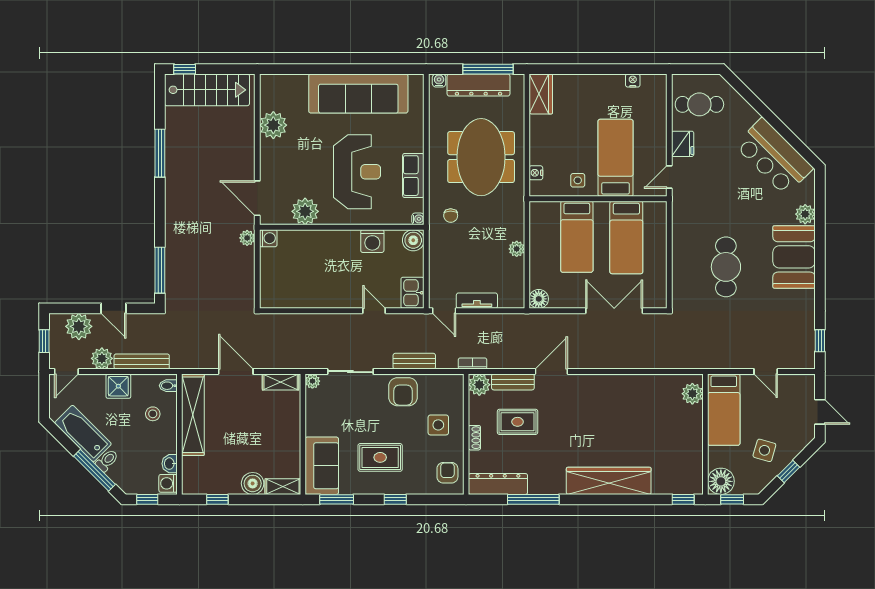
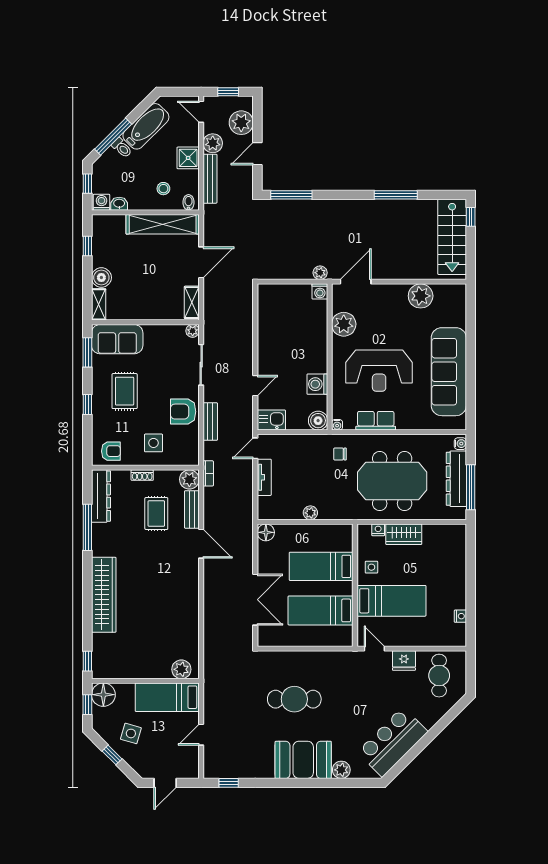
wardrobe: (541, 94) -> (404, 534), moved

